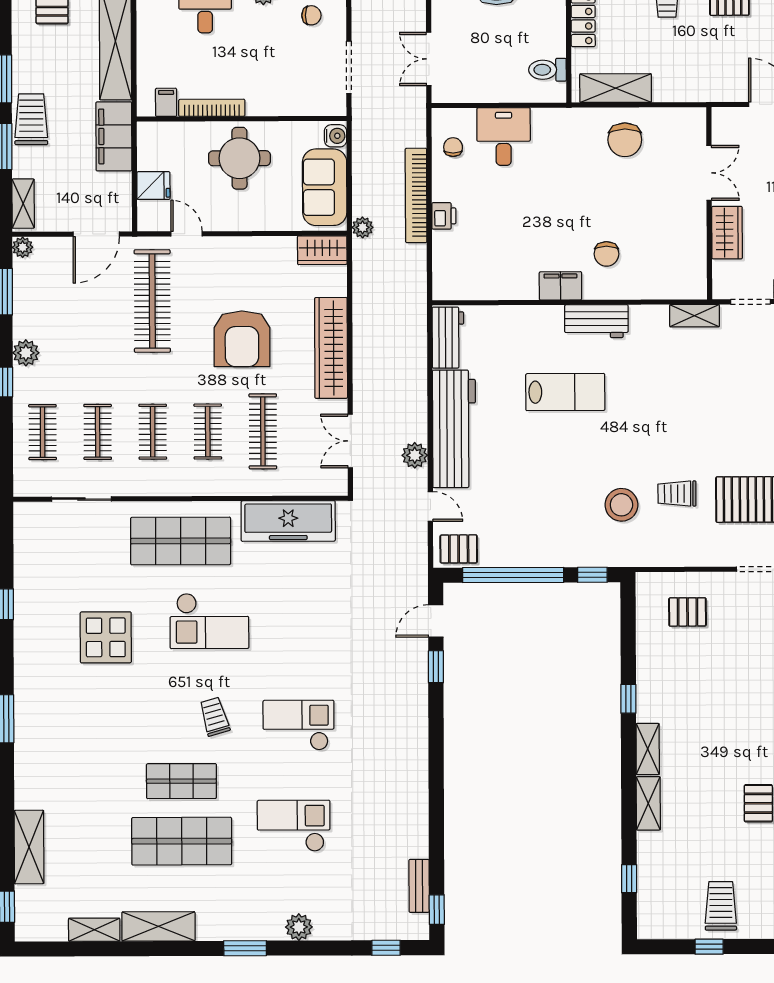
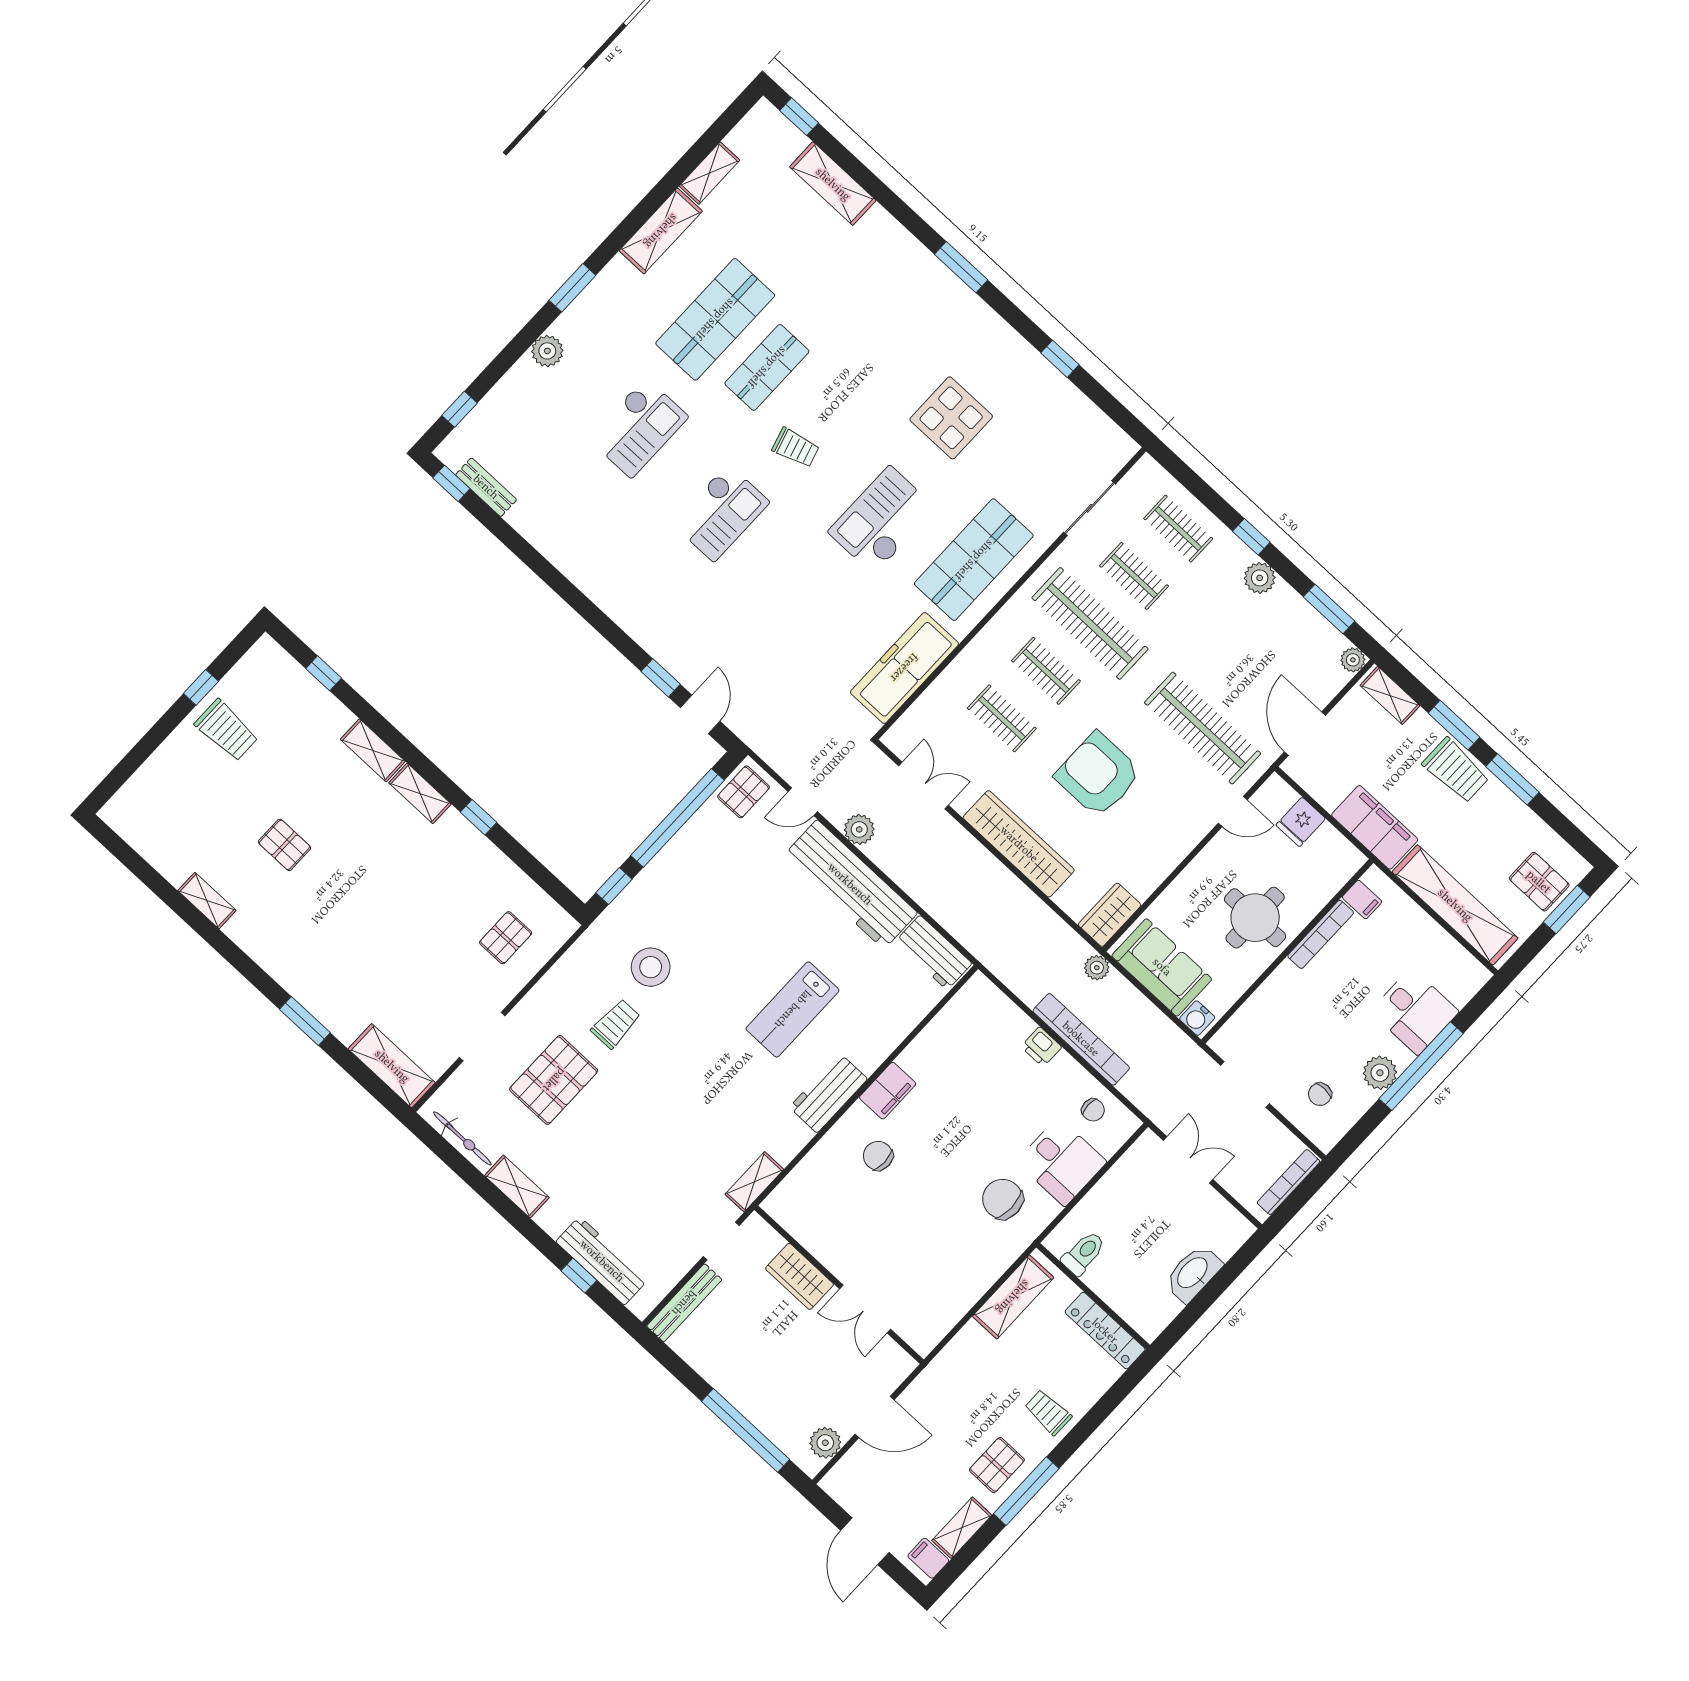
chair: (625, 140) -> (1003, 1199), moved
clothes rail: (263, 431) -> (1002, 718), width x0.73
clothes rail: (153, 432) -> (1090, 623), width x1.86, depth x1.31

